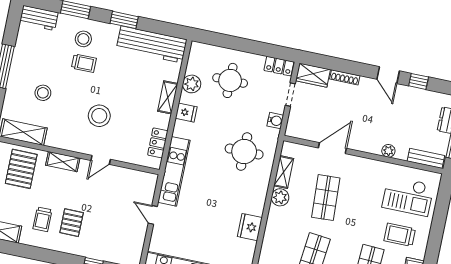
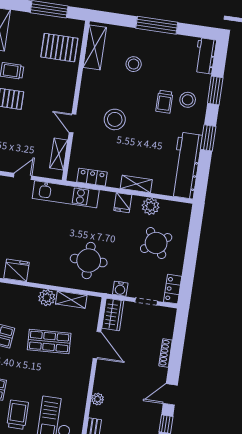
wardrobe: (313, 75) -> (113, 314), moved, turned 180
round table: (230, 80) -> (156, 243), turned -34
shelving: (63, 162) -> (59, 154), moved

